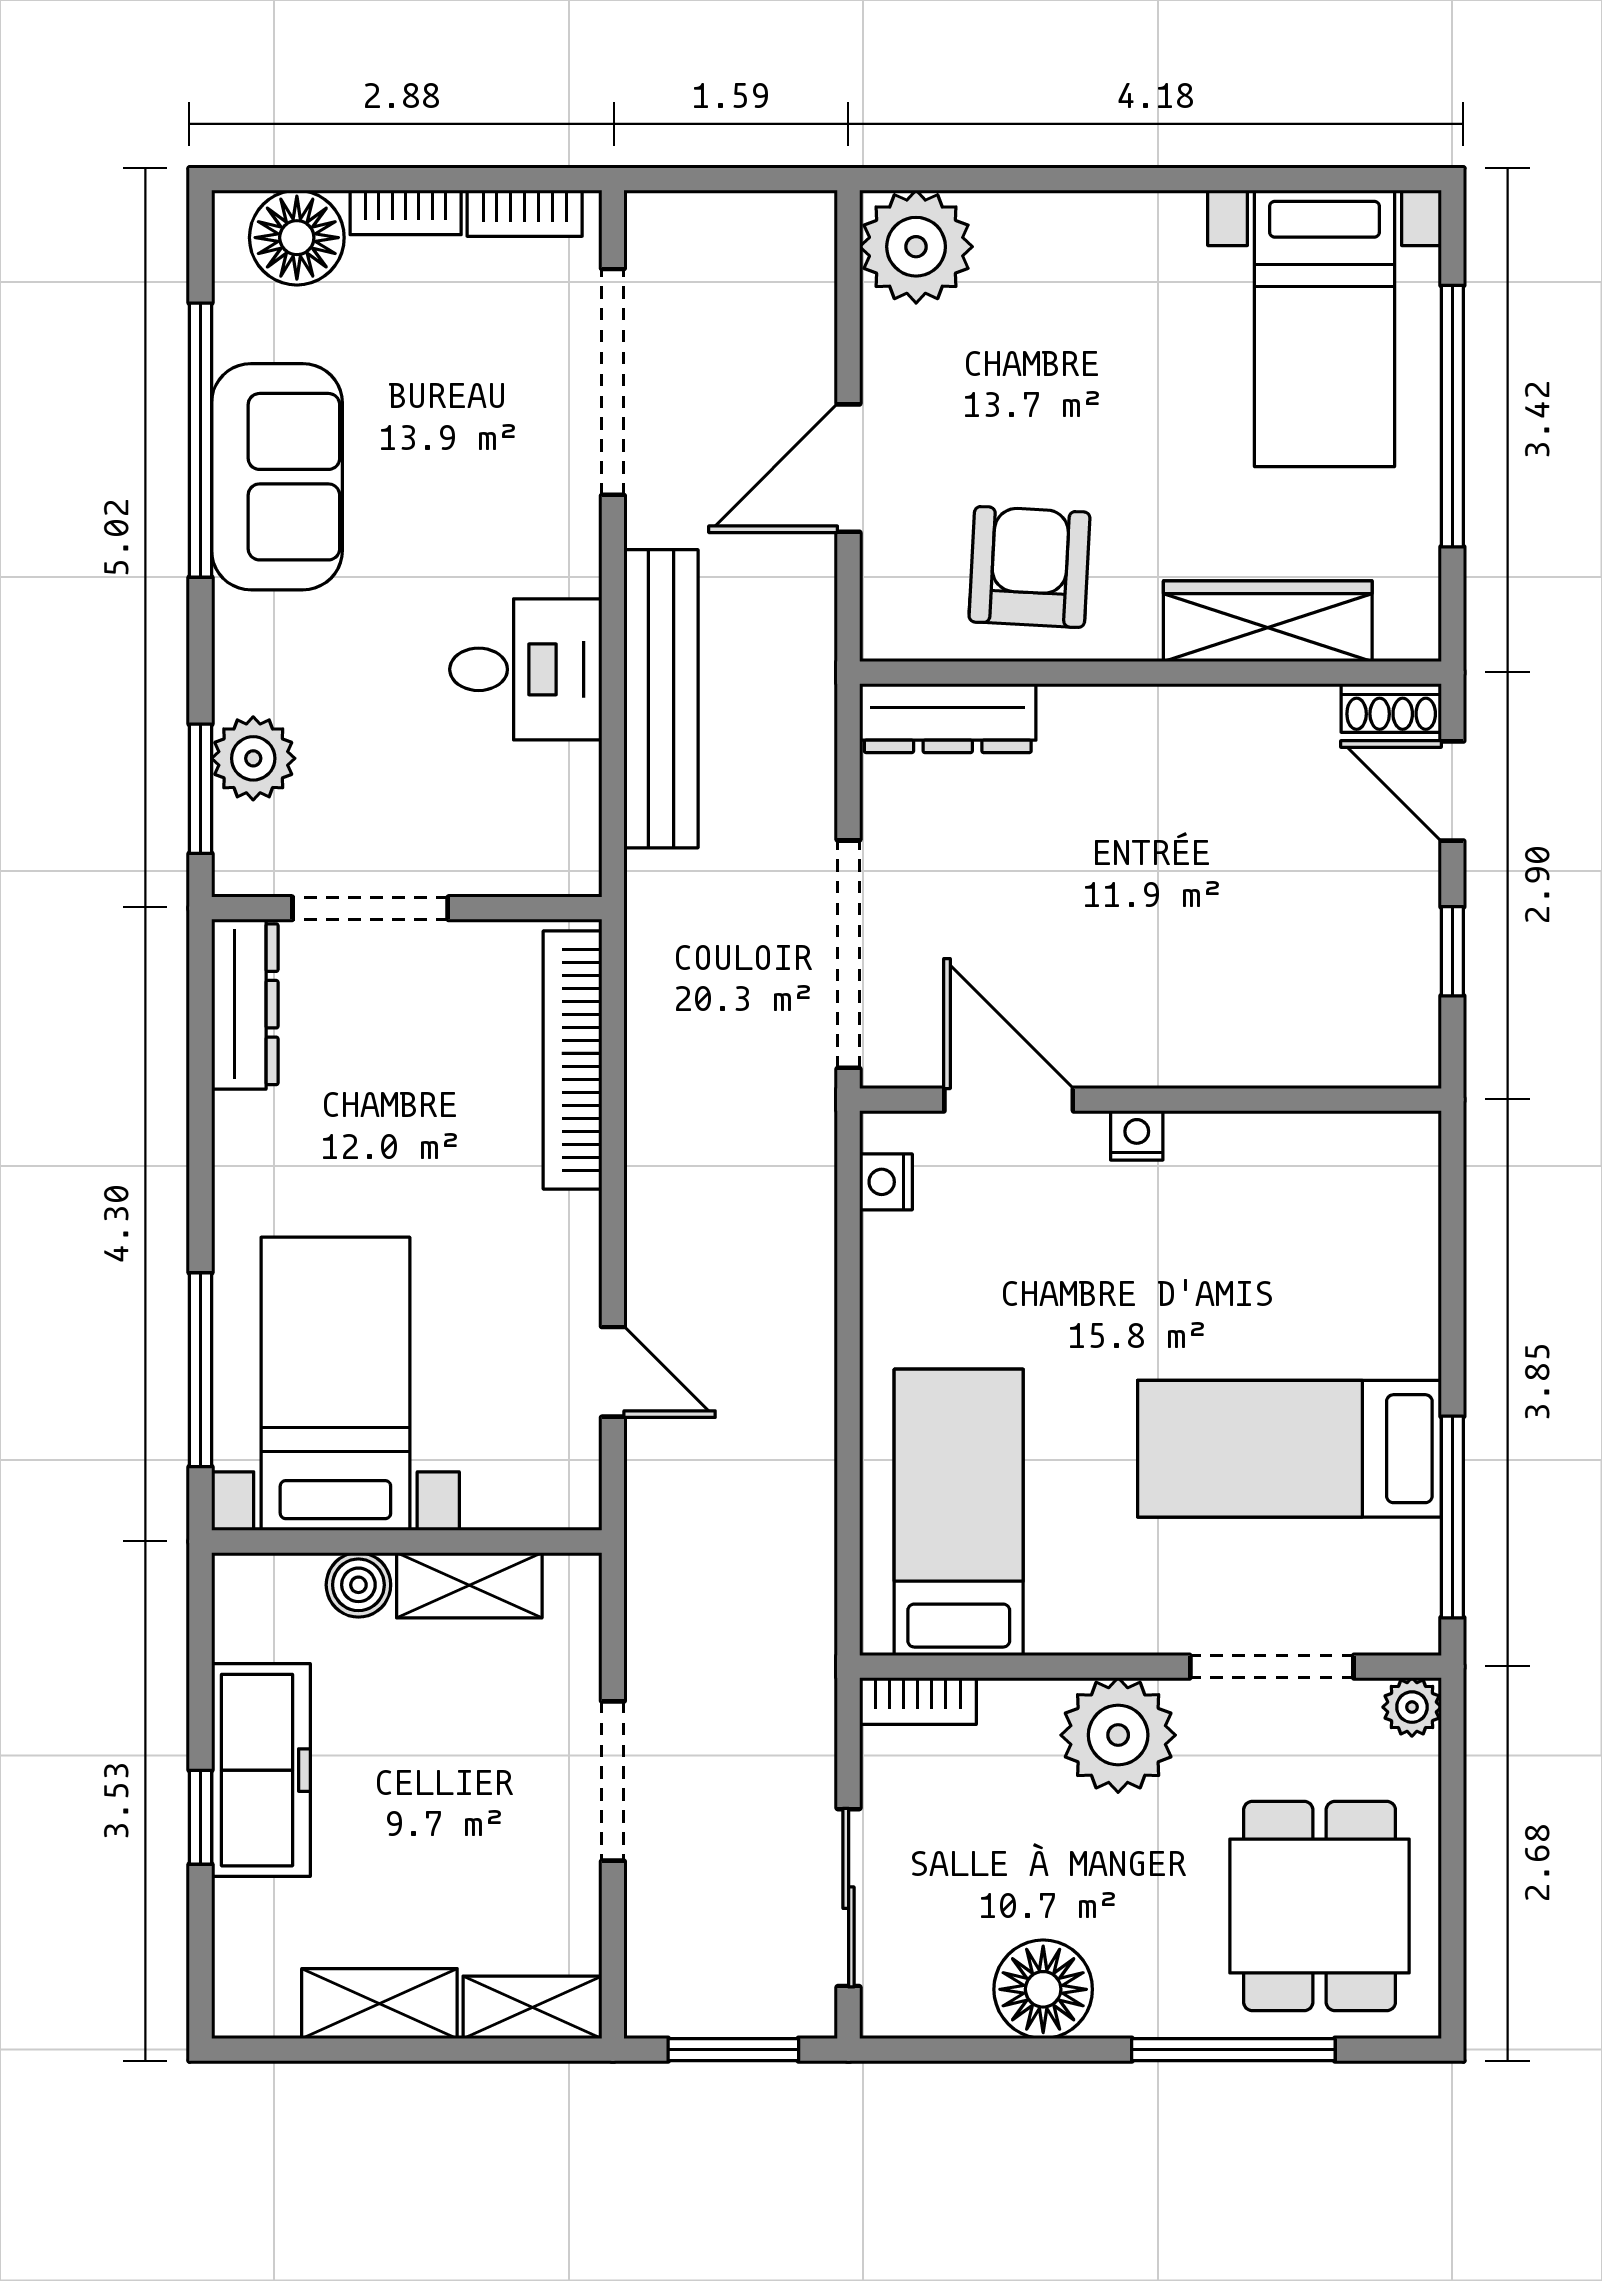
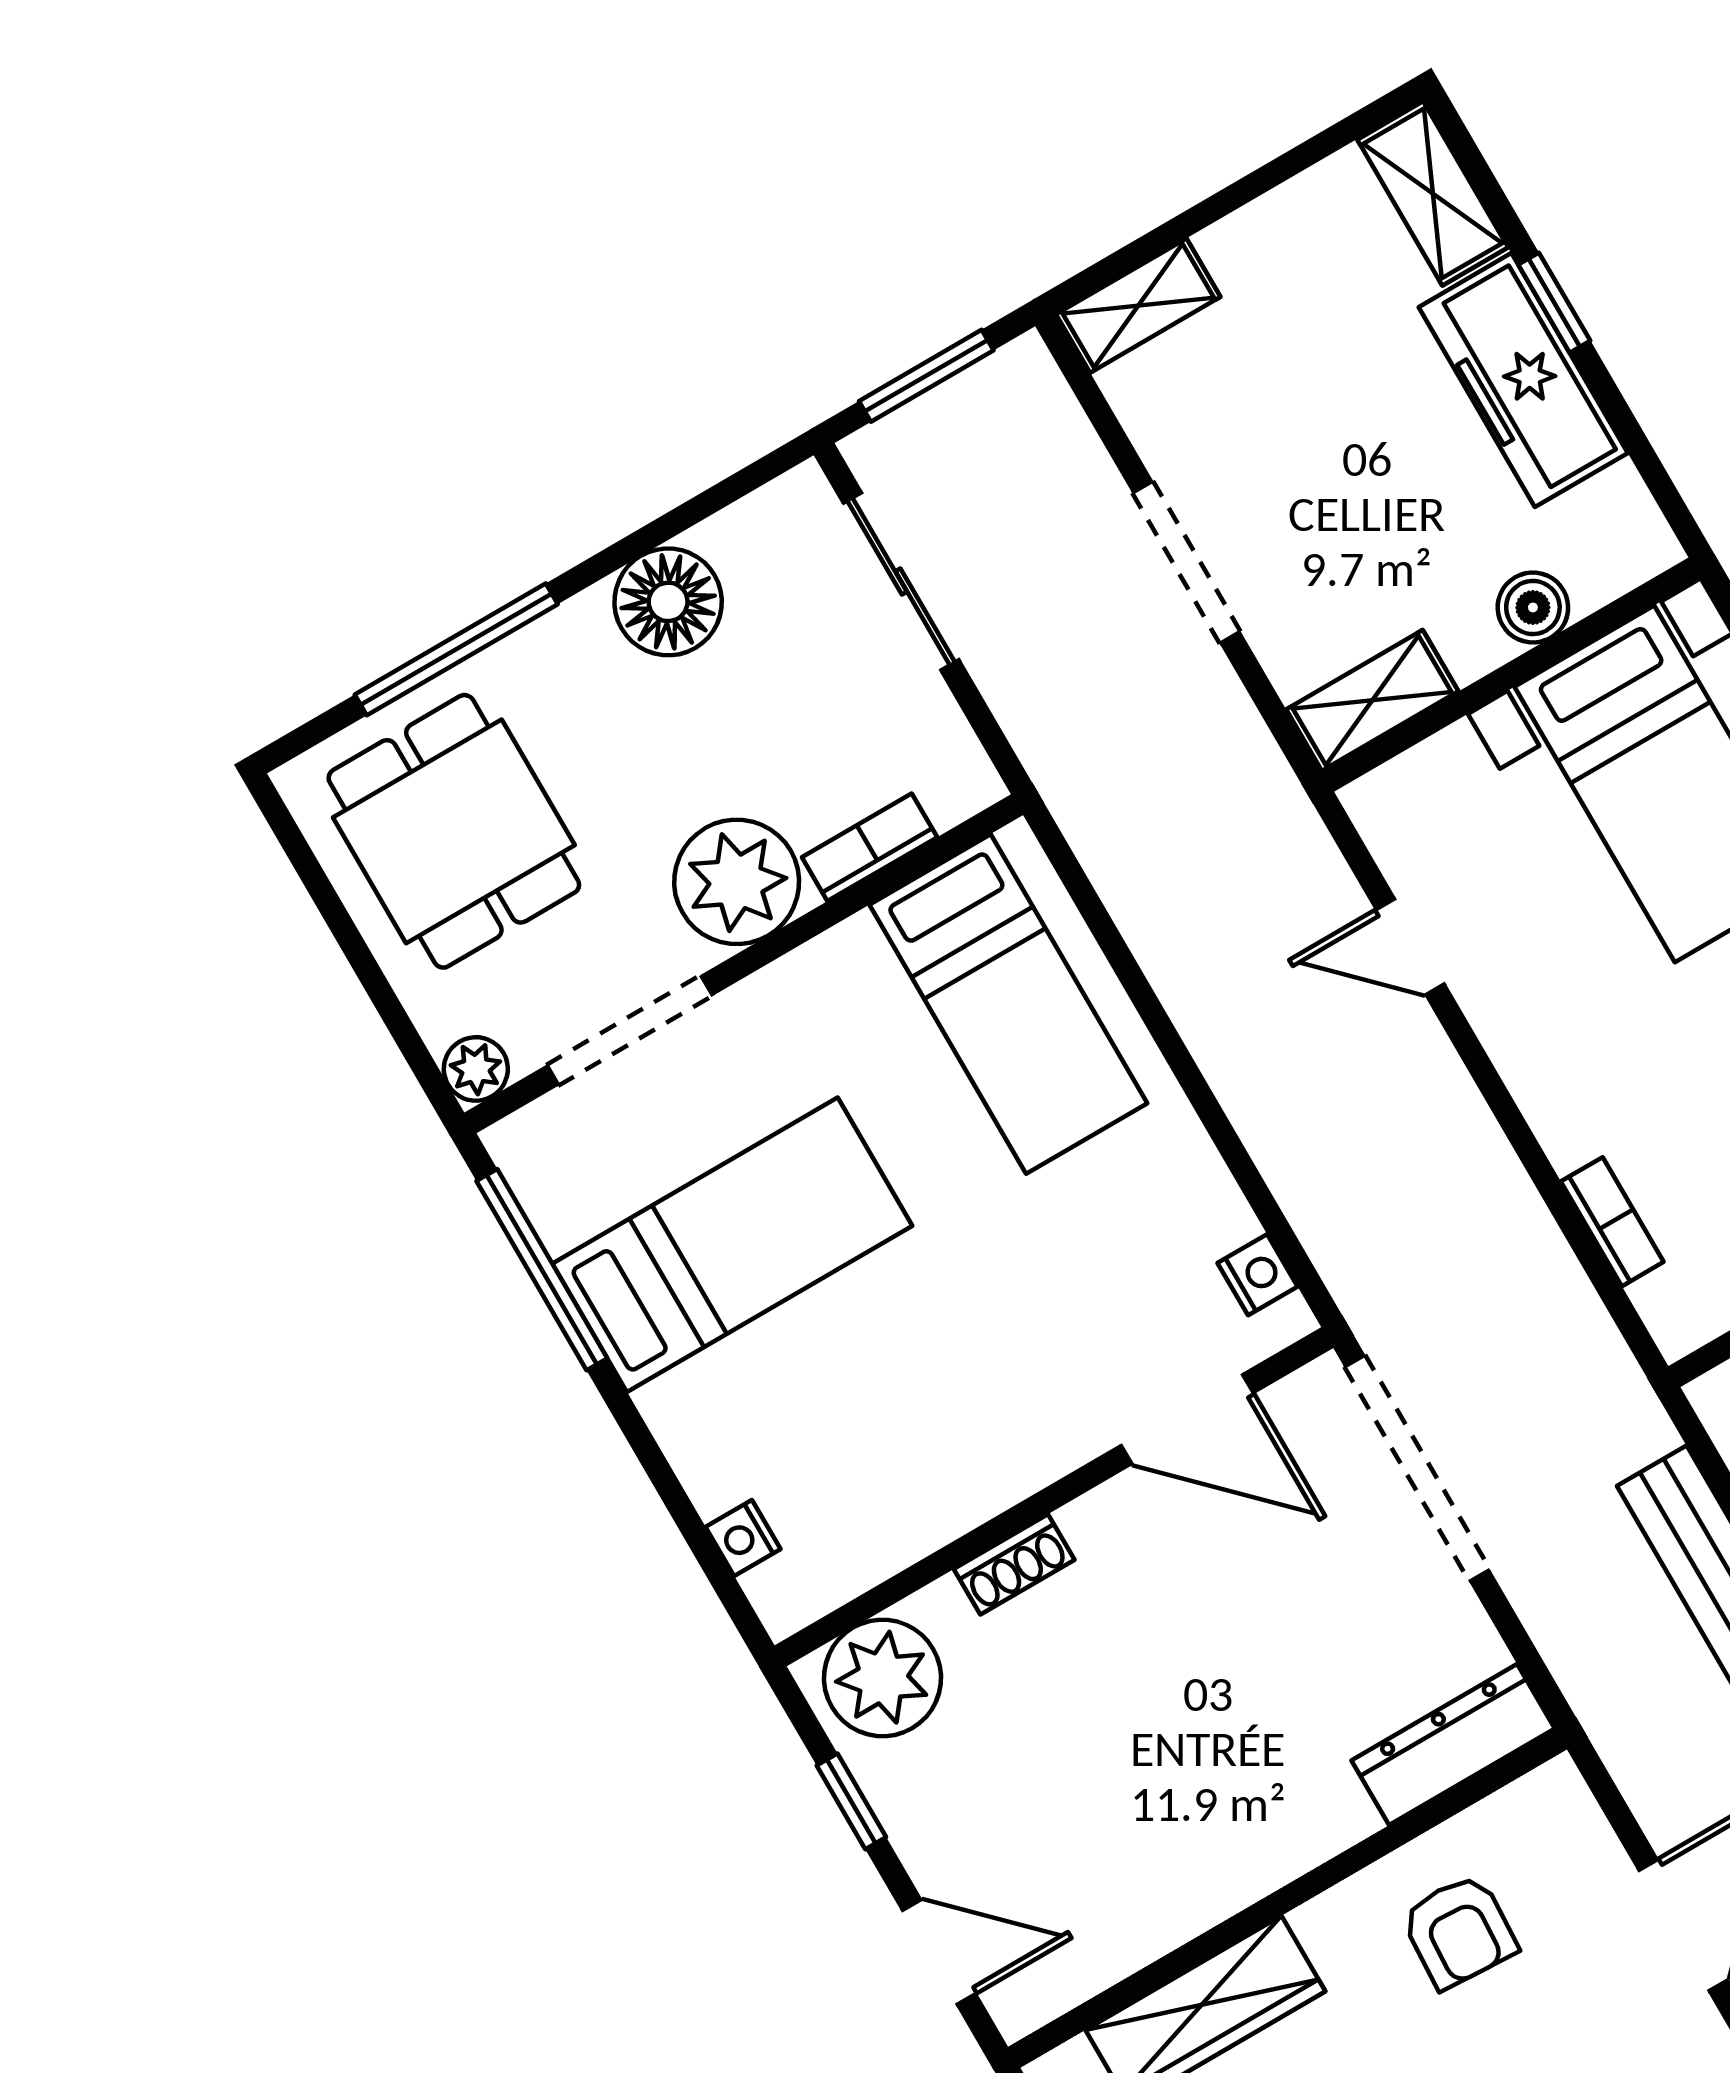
armchair: (1029, 567) -> (1459, 1931), width x0.72, depth x0.72
shoe rack: (1391, 708) -> (1014, 1564), moved, turned 180
plant: (1370, 1035) -> (883, 1678), added
bookcase: (573, 1060) -> (1612, 1222), width x0.43, depth x0.76
nightstand: (1137, 1135) -> (743, 1538), moved, turned 90
shelving: (469, 1585) -> (1372, 700), moved
bookcase: (918, 1701) -> (870, 847), moved
shelving: (379, 2004) -> (1433, 193), moved, turned 90

